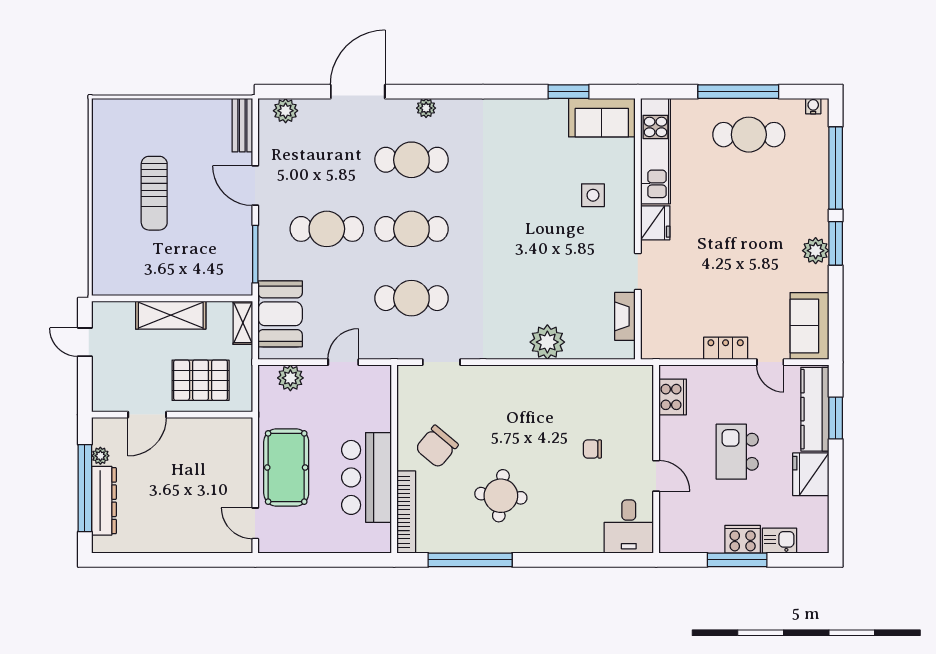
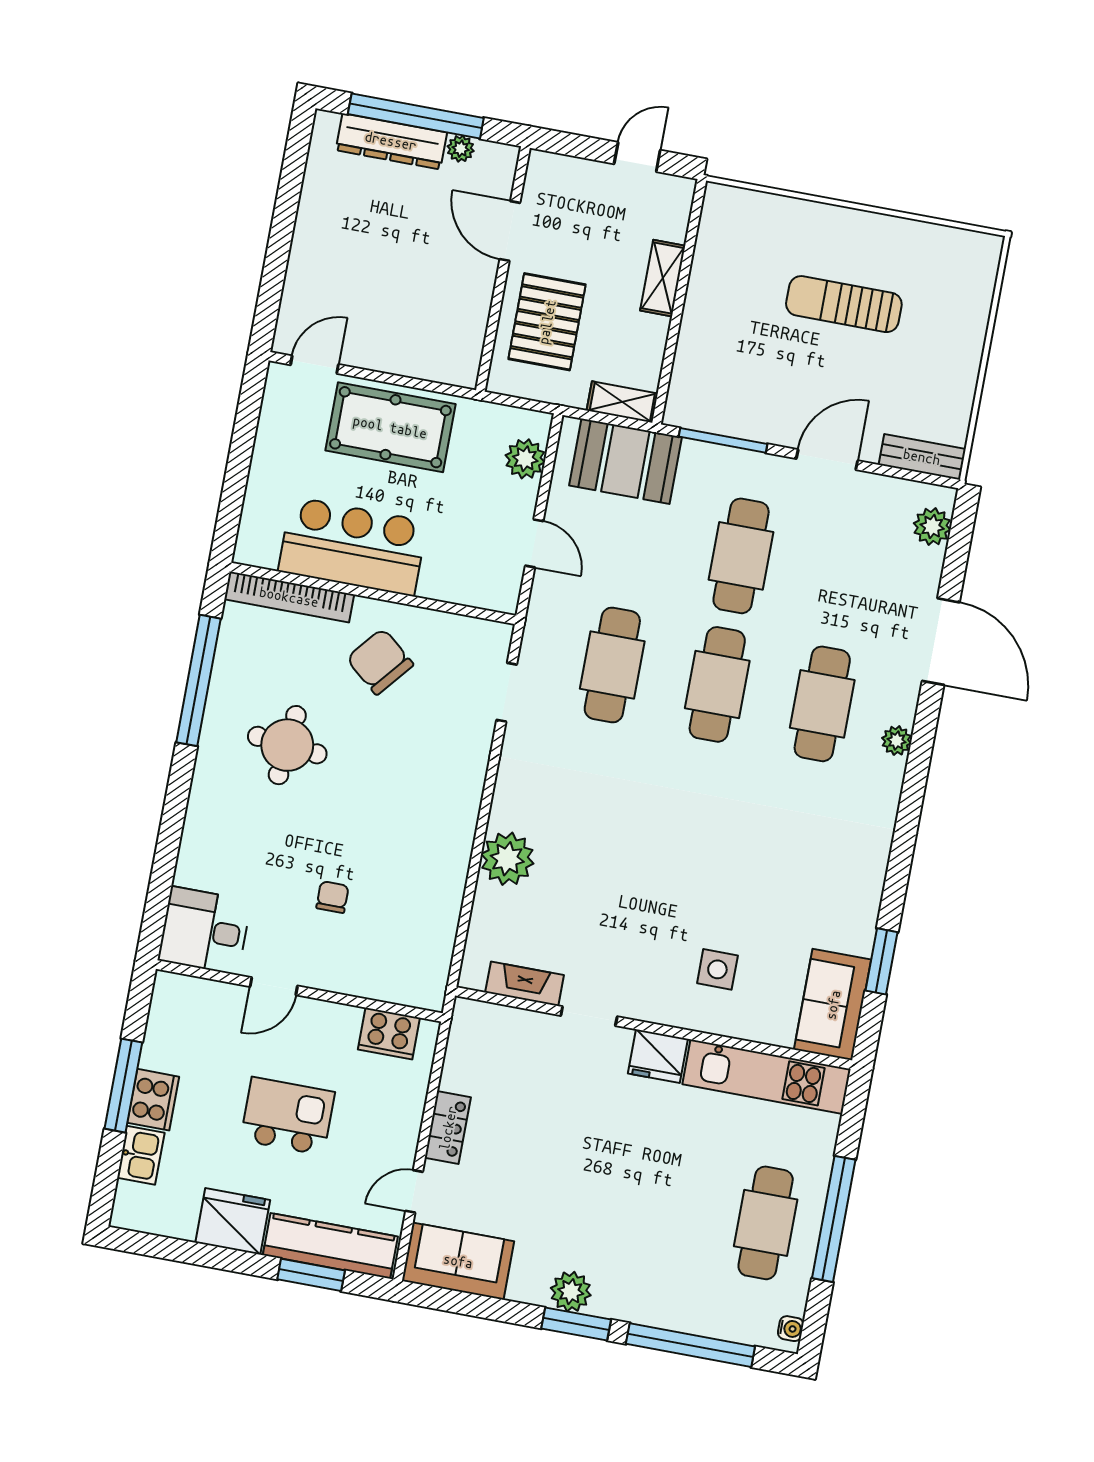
shelving: (171, 315) -> (663, 278), width x0.67, depth x0.75

